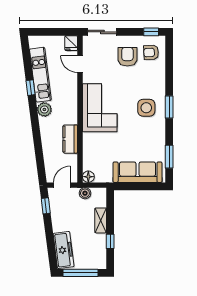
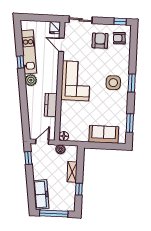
sofa: (138, 172) -> (104, 134), width x0.73

